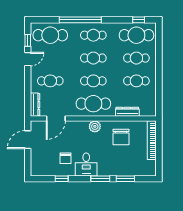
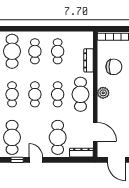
cafe table: (50, 81) -> (58, 137), width x1.37, depth x1.35

